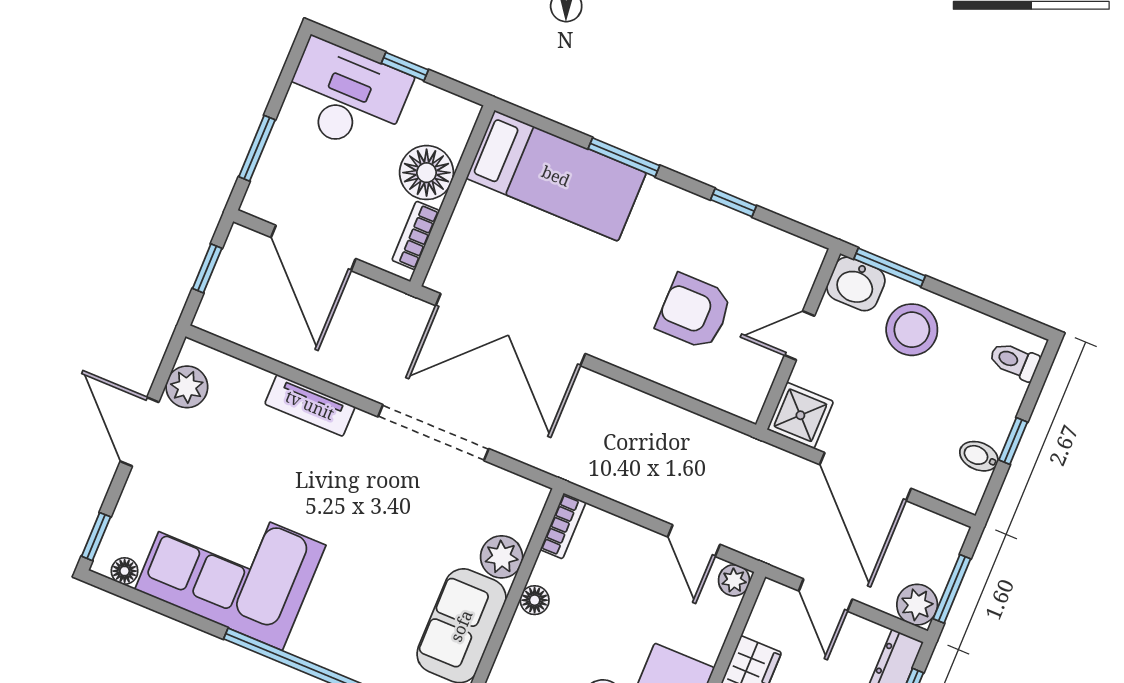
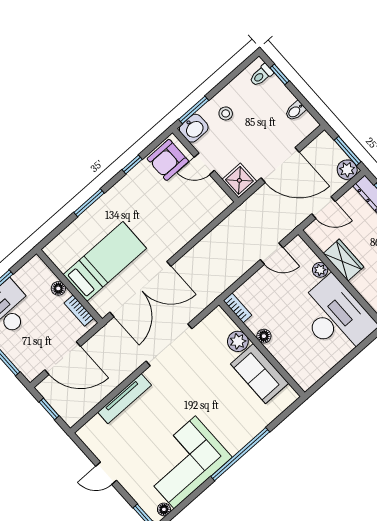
floor lamp: (427, 173) -> (58, 288), width x0.53, depth x0.53
bed: (556, 176) -> (105, 261), moved
armchair: (694, 312) -> (168, 160), moved
stool: (912, 330) -> (226, 113), width x0.53, depth x0.53
door: (800, 335) -> (204, 164), hinge flipped
plant: (187, 387) -> (97, 443), removed
tv unit: (310, 405) -> (125, 399), width x1.41
door: (140, 432) -> (106, 473), width x0.73
window: (1013, 441) -> (280, 74), moved
plant: (734, 580) -> (320, 270), moved

